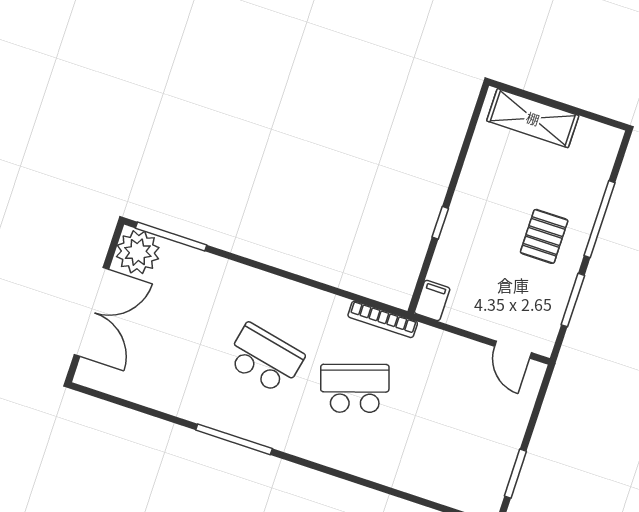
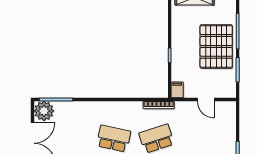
pallet: (544, 236) -> (216, 46), width x2.05, depth x2.00
door: (513, 350) -> (206, 99), moved

